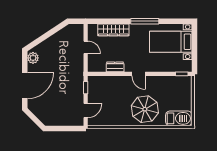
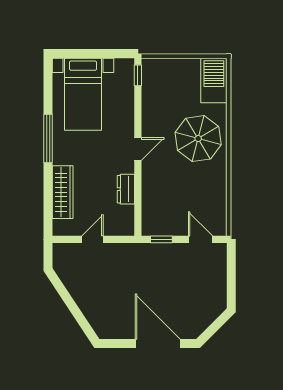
plant: (33, 58) -> (111, 329), removed

